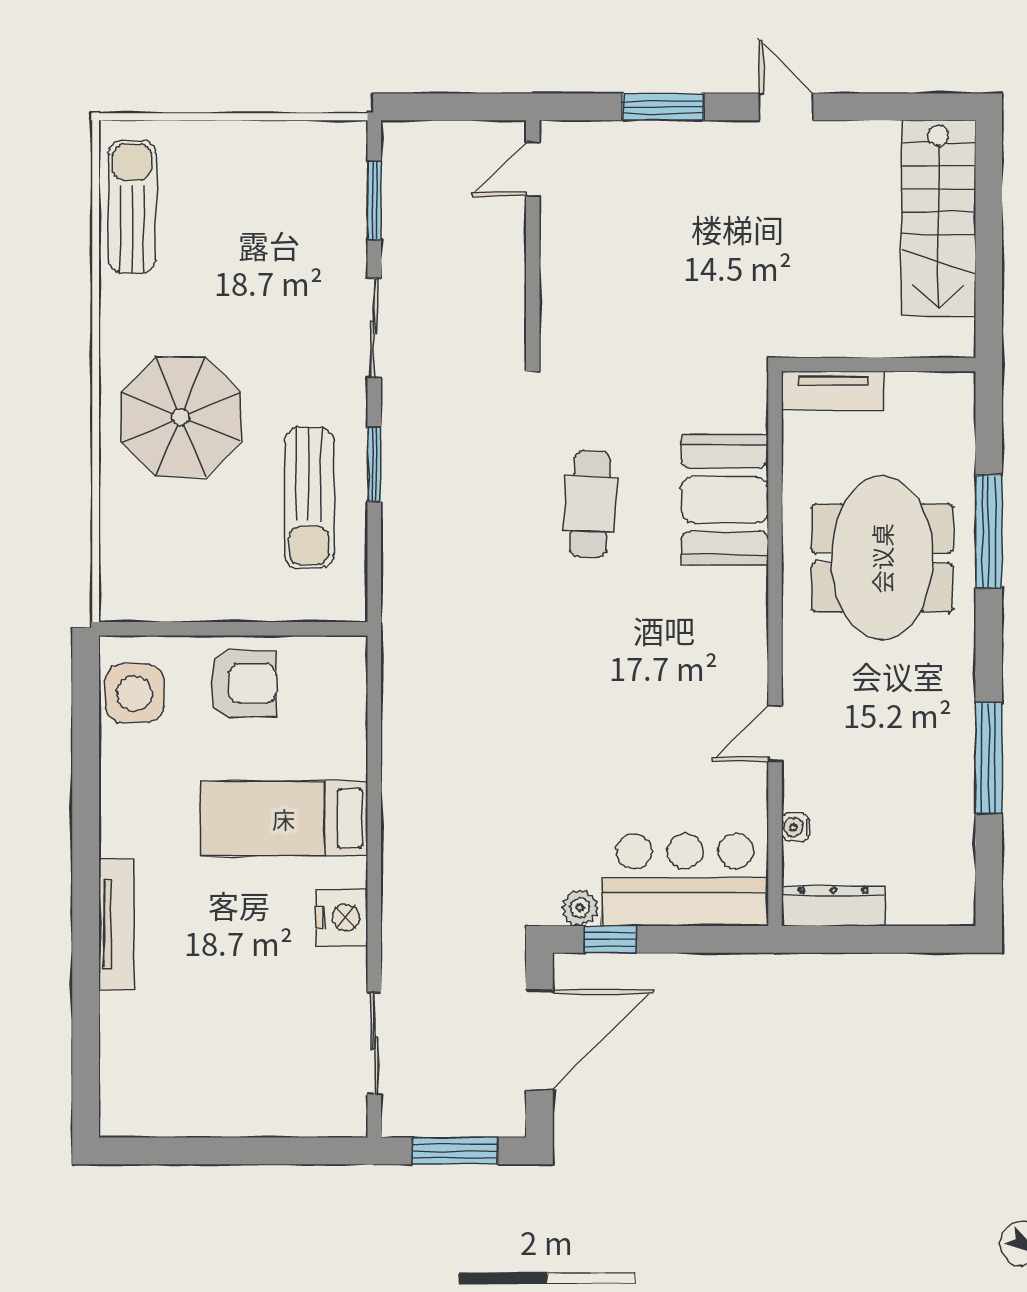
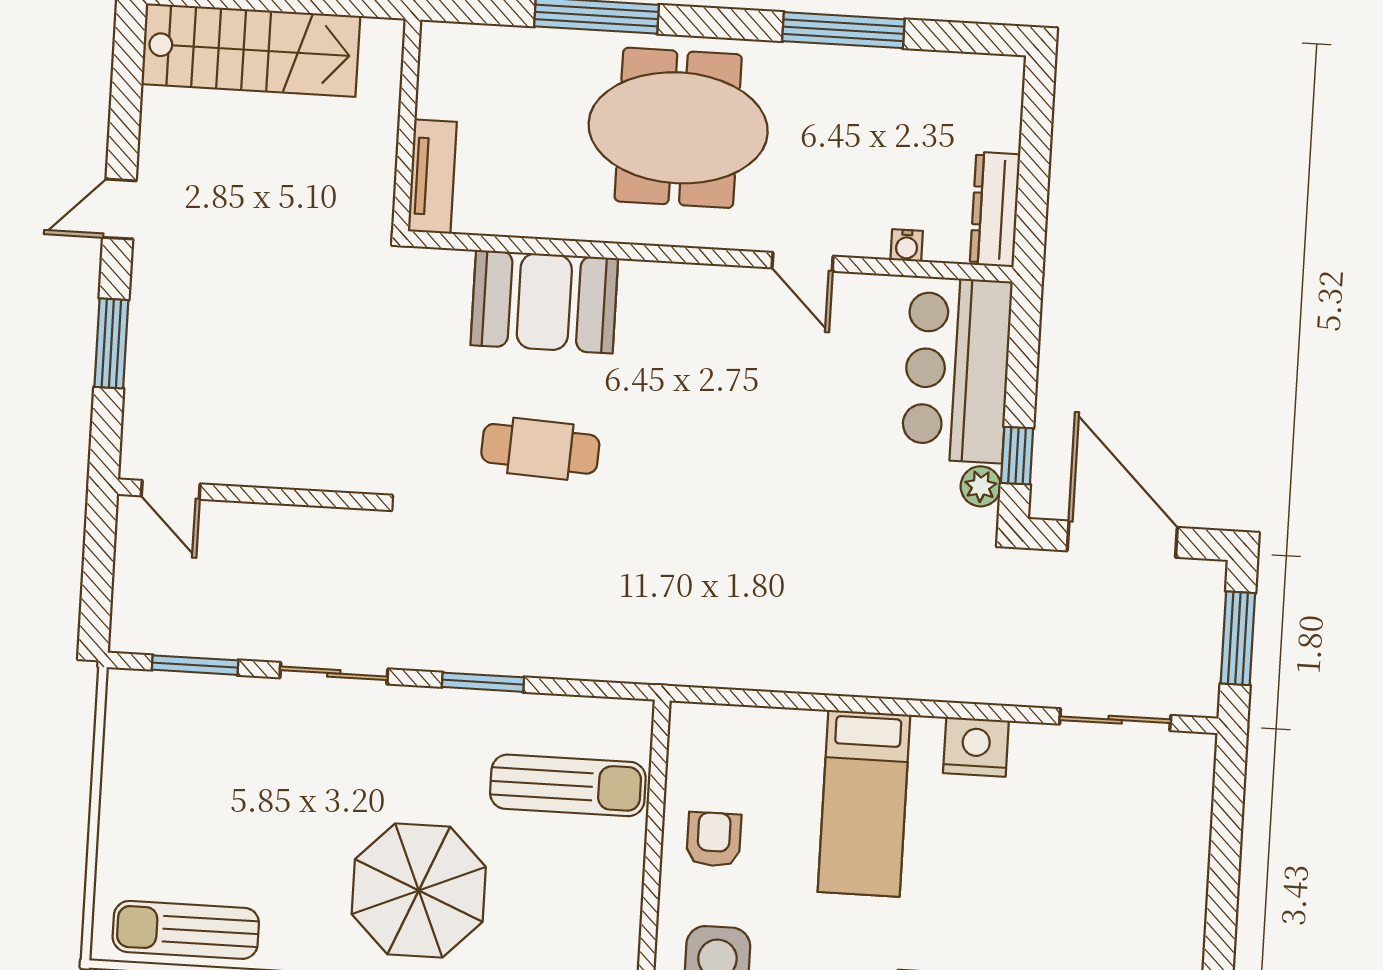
sun lounger: (309, 498) -> (568, 785), moved
meeting table: (882, 558) -> (678, 128), moved
armchair: (243, 683) -> (714, 839), width x0.72, depth x0.72

